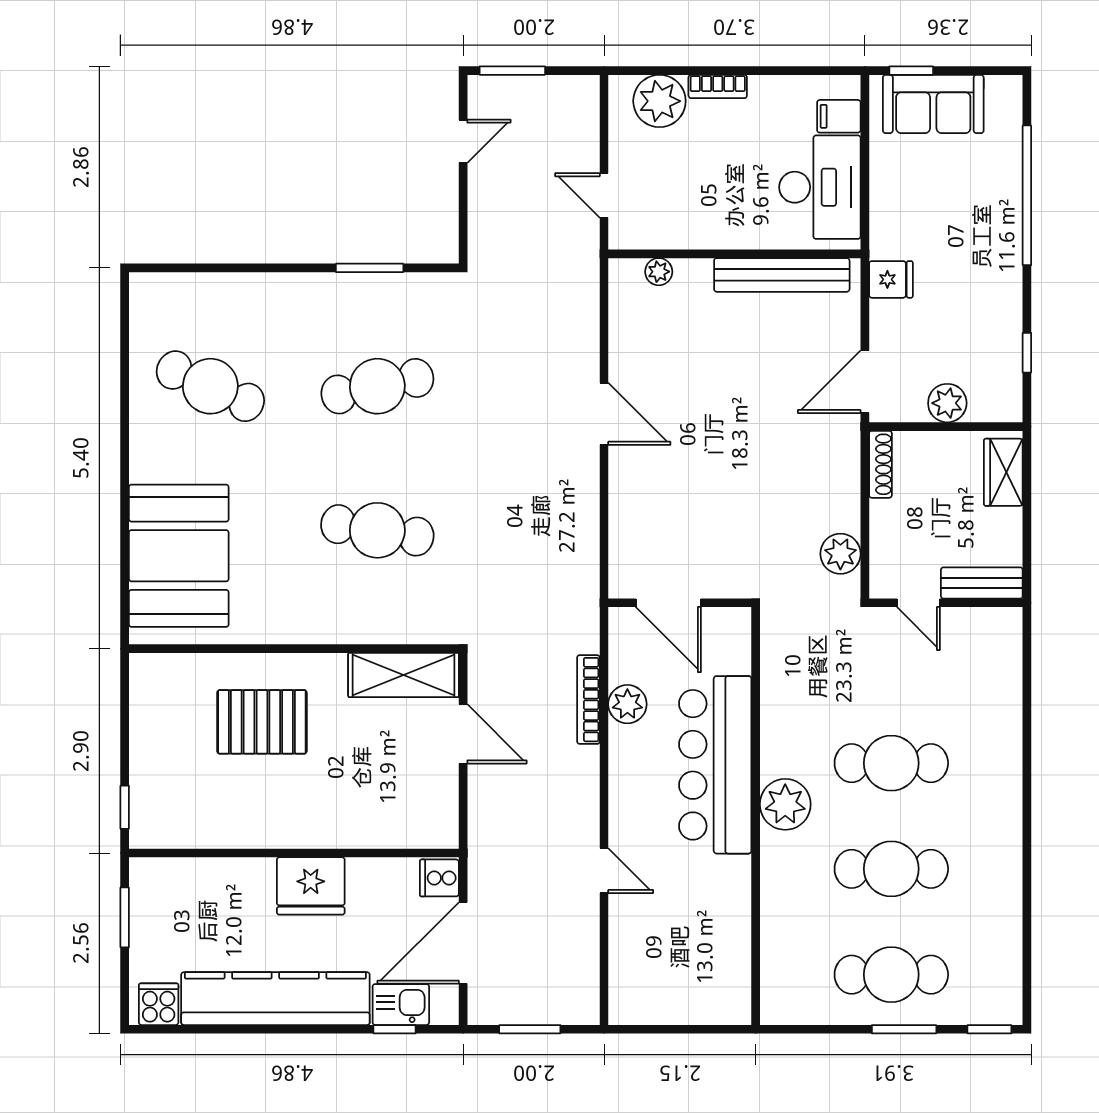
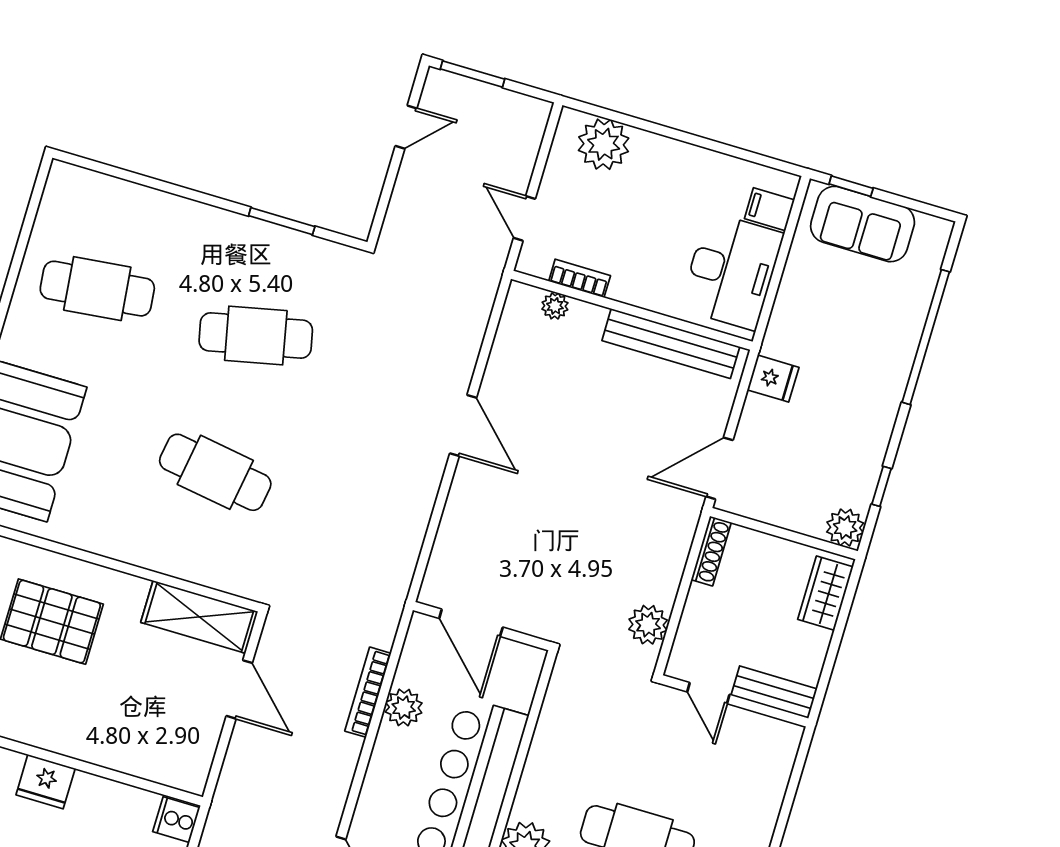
bookcase: (718, 86) -> (580, 278), moved, turned 180
cafe table: (210, 386) -> (97, 289), turned -30
plant: (947, 403) -> (845, 528), moved
fridge: (311, 886) -> (46, 782), width x0.73, depth x0.75

